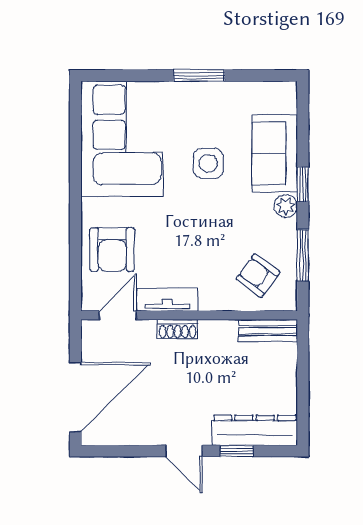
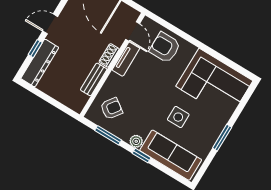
sofa: (275, 153) -> (171, 155), width x1.36
bench: (268, 331) -> (94, 79), moved

